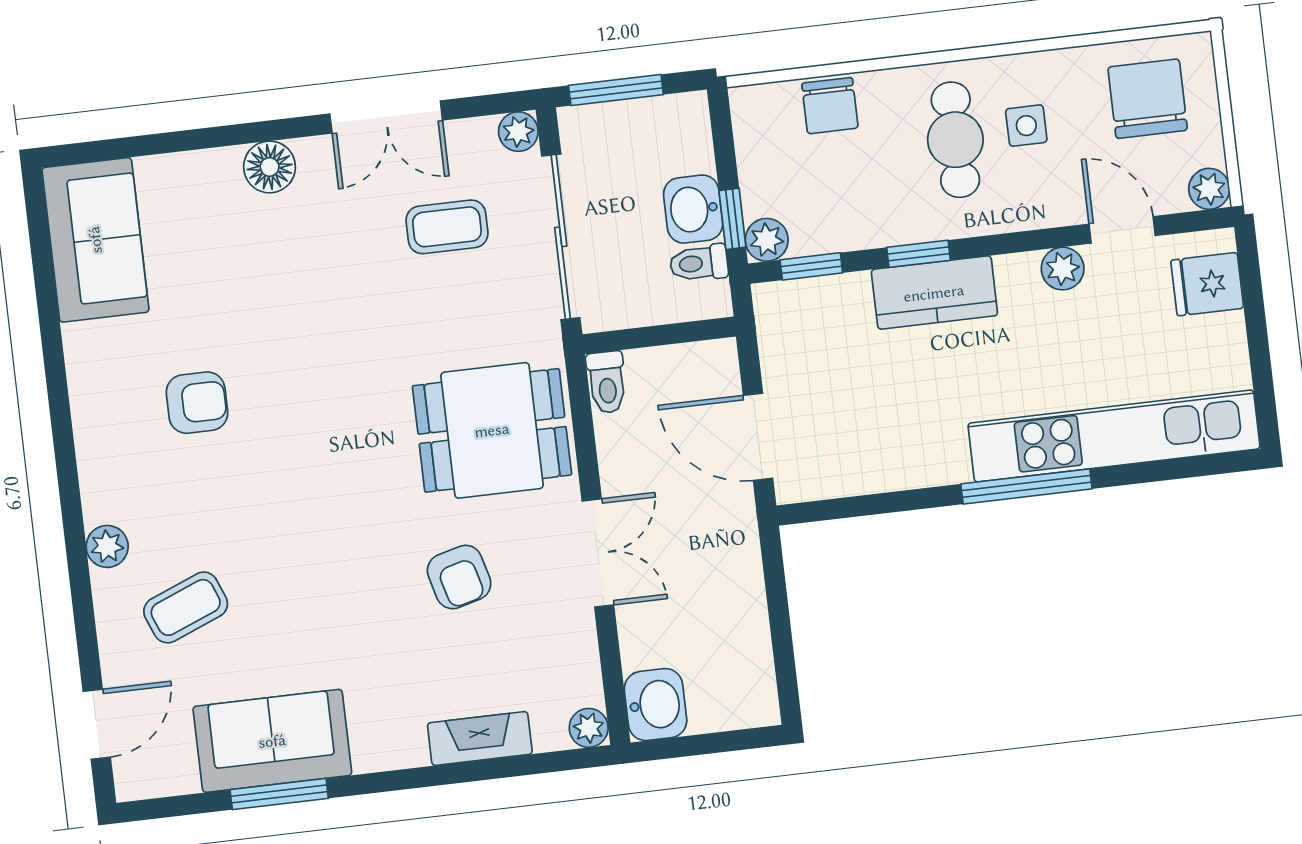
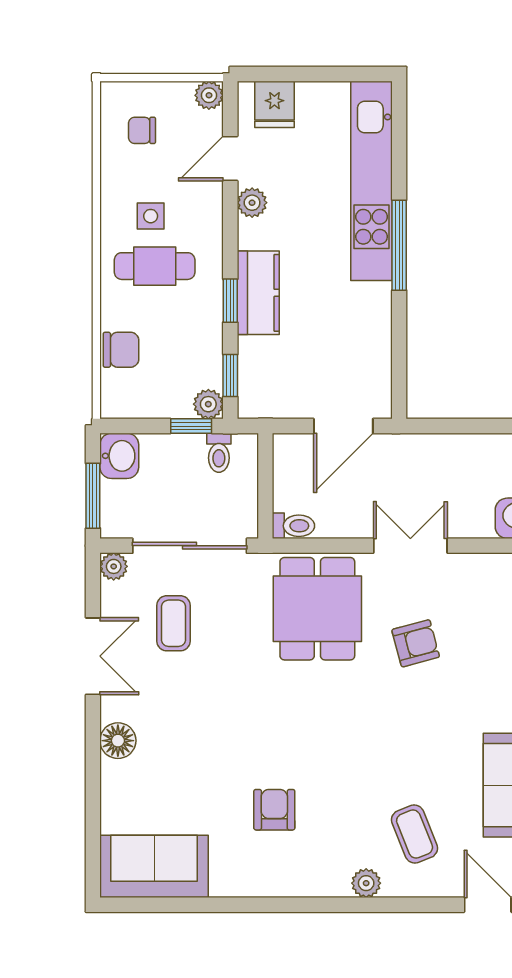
chair: (1148, 99) -> (142, 130), width x0.54, depth x0.54
washbasin: (693, 209) -> (119, 456), moved, turned -90

